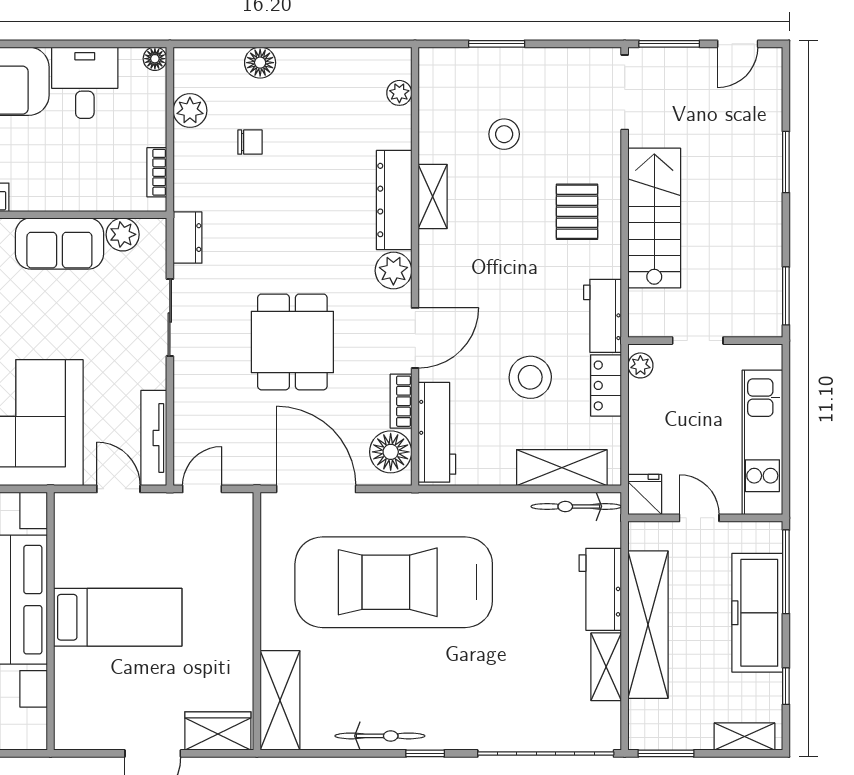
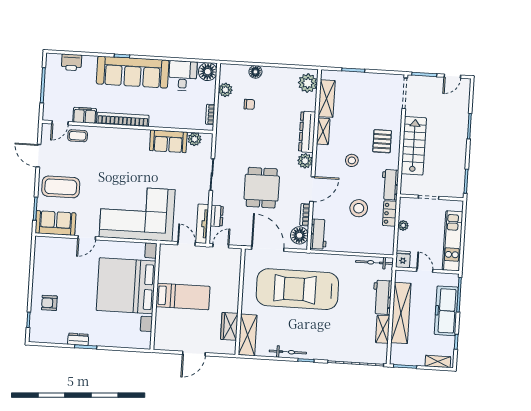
floor lamp: (155, 59) -> (208, 72), width x1.89, depth x1.89
plant: (399, 93) -> (308, 83), width x1.87, depth x1.87
stool: (504, 134) -> (352, 160), moved
dresser: (188, 238) -> (217, 216), moved
plant: (640, 365) -> (403, 225), moved
workbench: (437, 432) -> (319, 234), width x0.73
shelving: (562, 468) -> (327, 99), moved, turned 90
wardrobe: (218, 731) -> (229, 326), moved, turned -90

